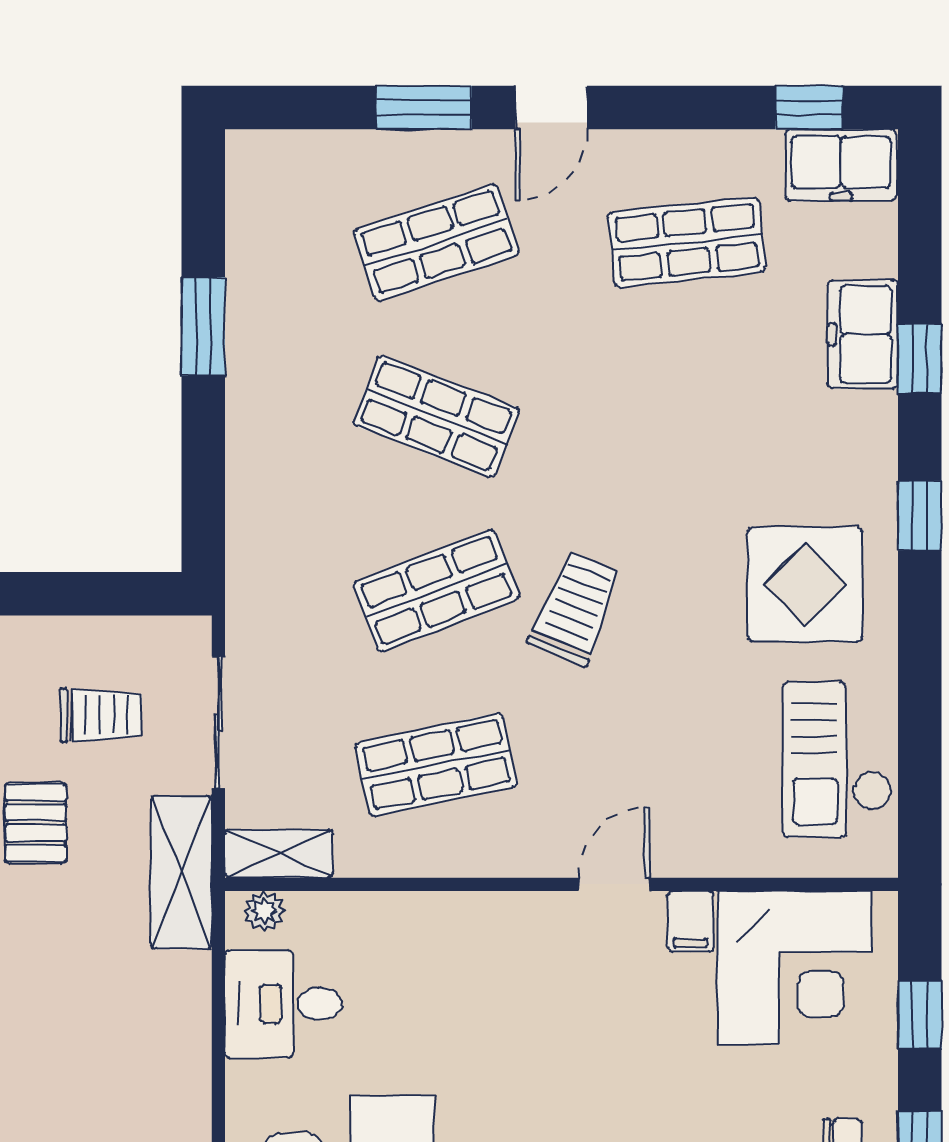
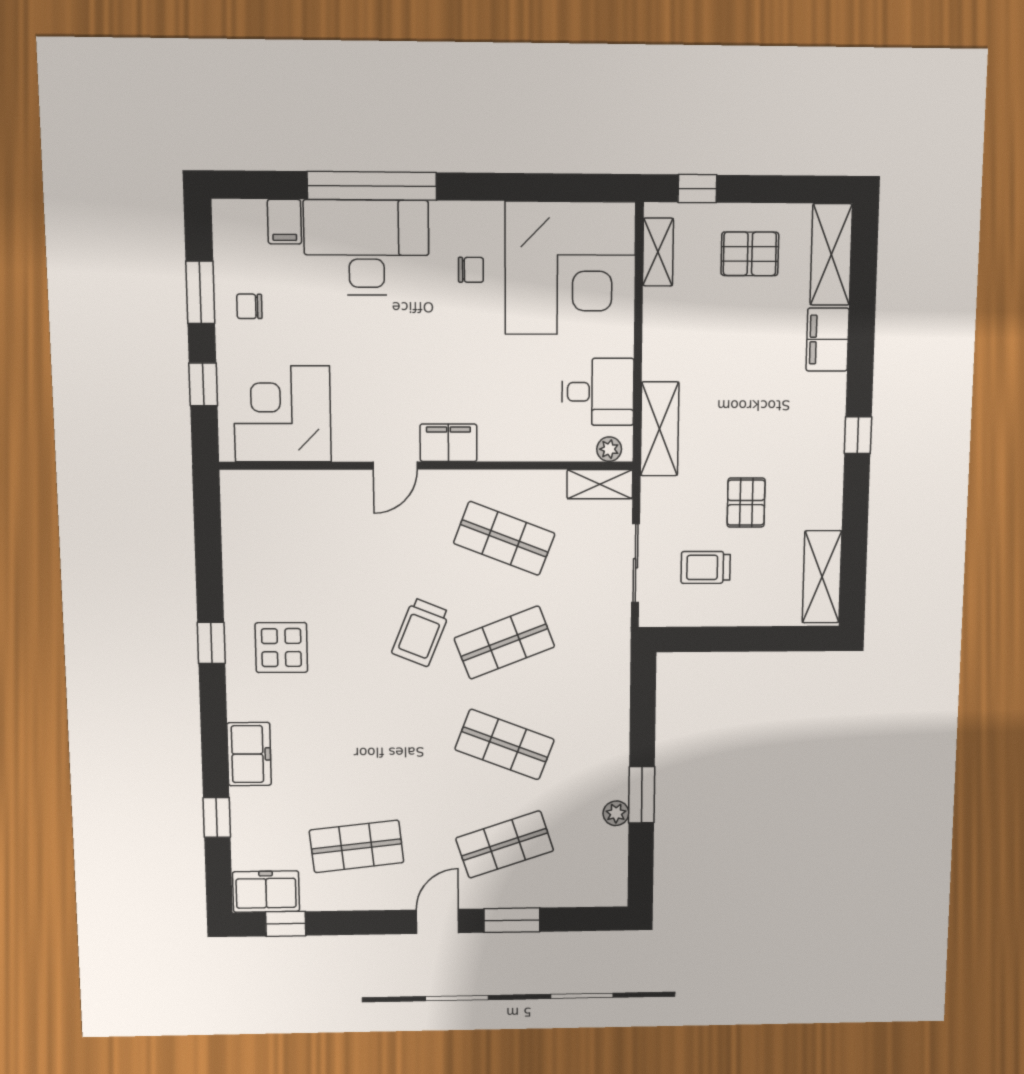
plant: (247, 294) -> (616, 813), added
freezer: (863, 334) -> (249, 754), moved
window: (920, 359) -> (217, 817), moved
window: (920, 515) -> (211, 643), moved
display table: (805, 585) -> (281, 648), width x0.73, depth x0.73
checkout: (837, 760) -> (259, 542), removed
shop shelf: (436, 765) -> (504, 538), turned 33
shelving: (181, 872) -> (660, 429), moved
filing cabinet: (690, 921) -> (449, 443), moved, width x2.00

